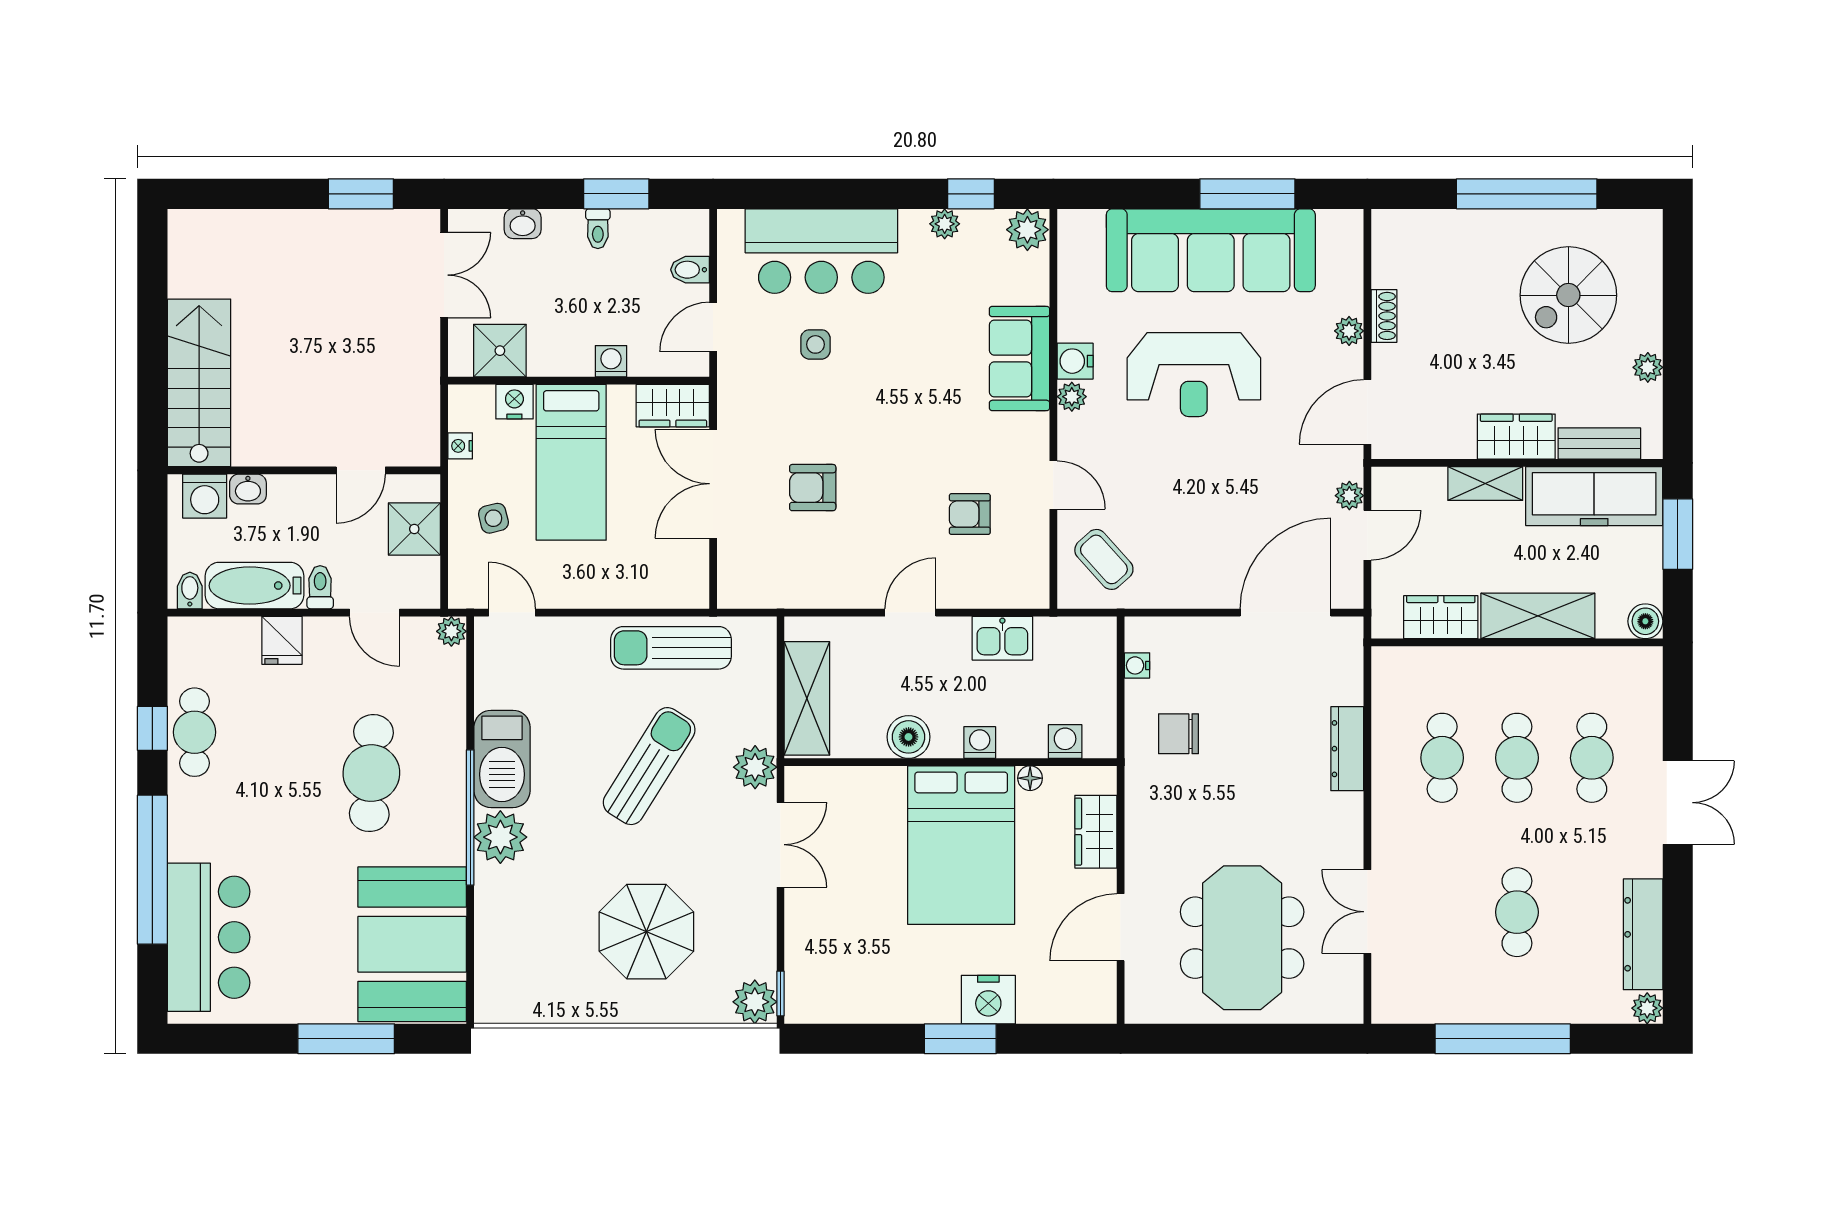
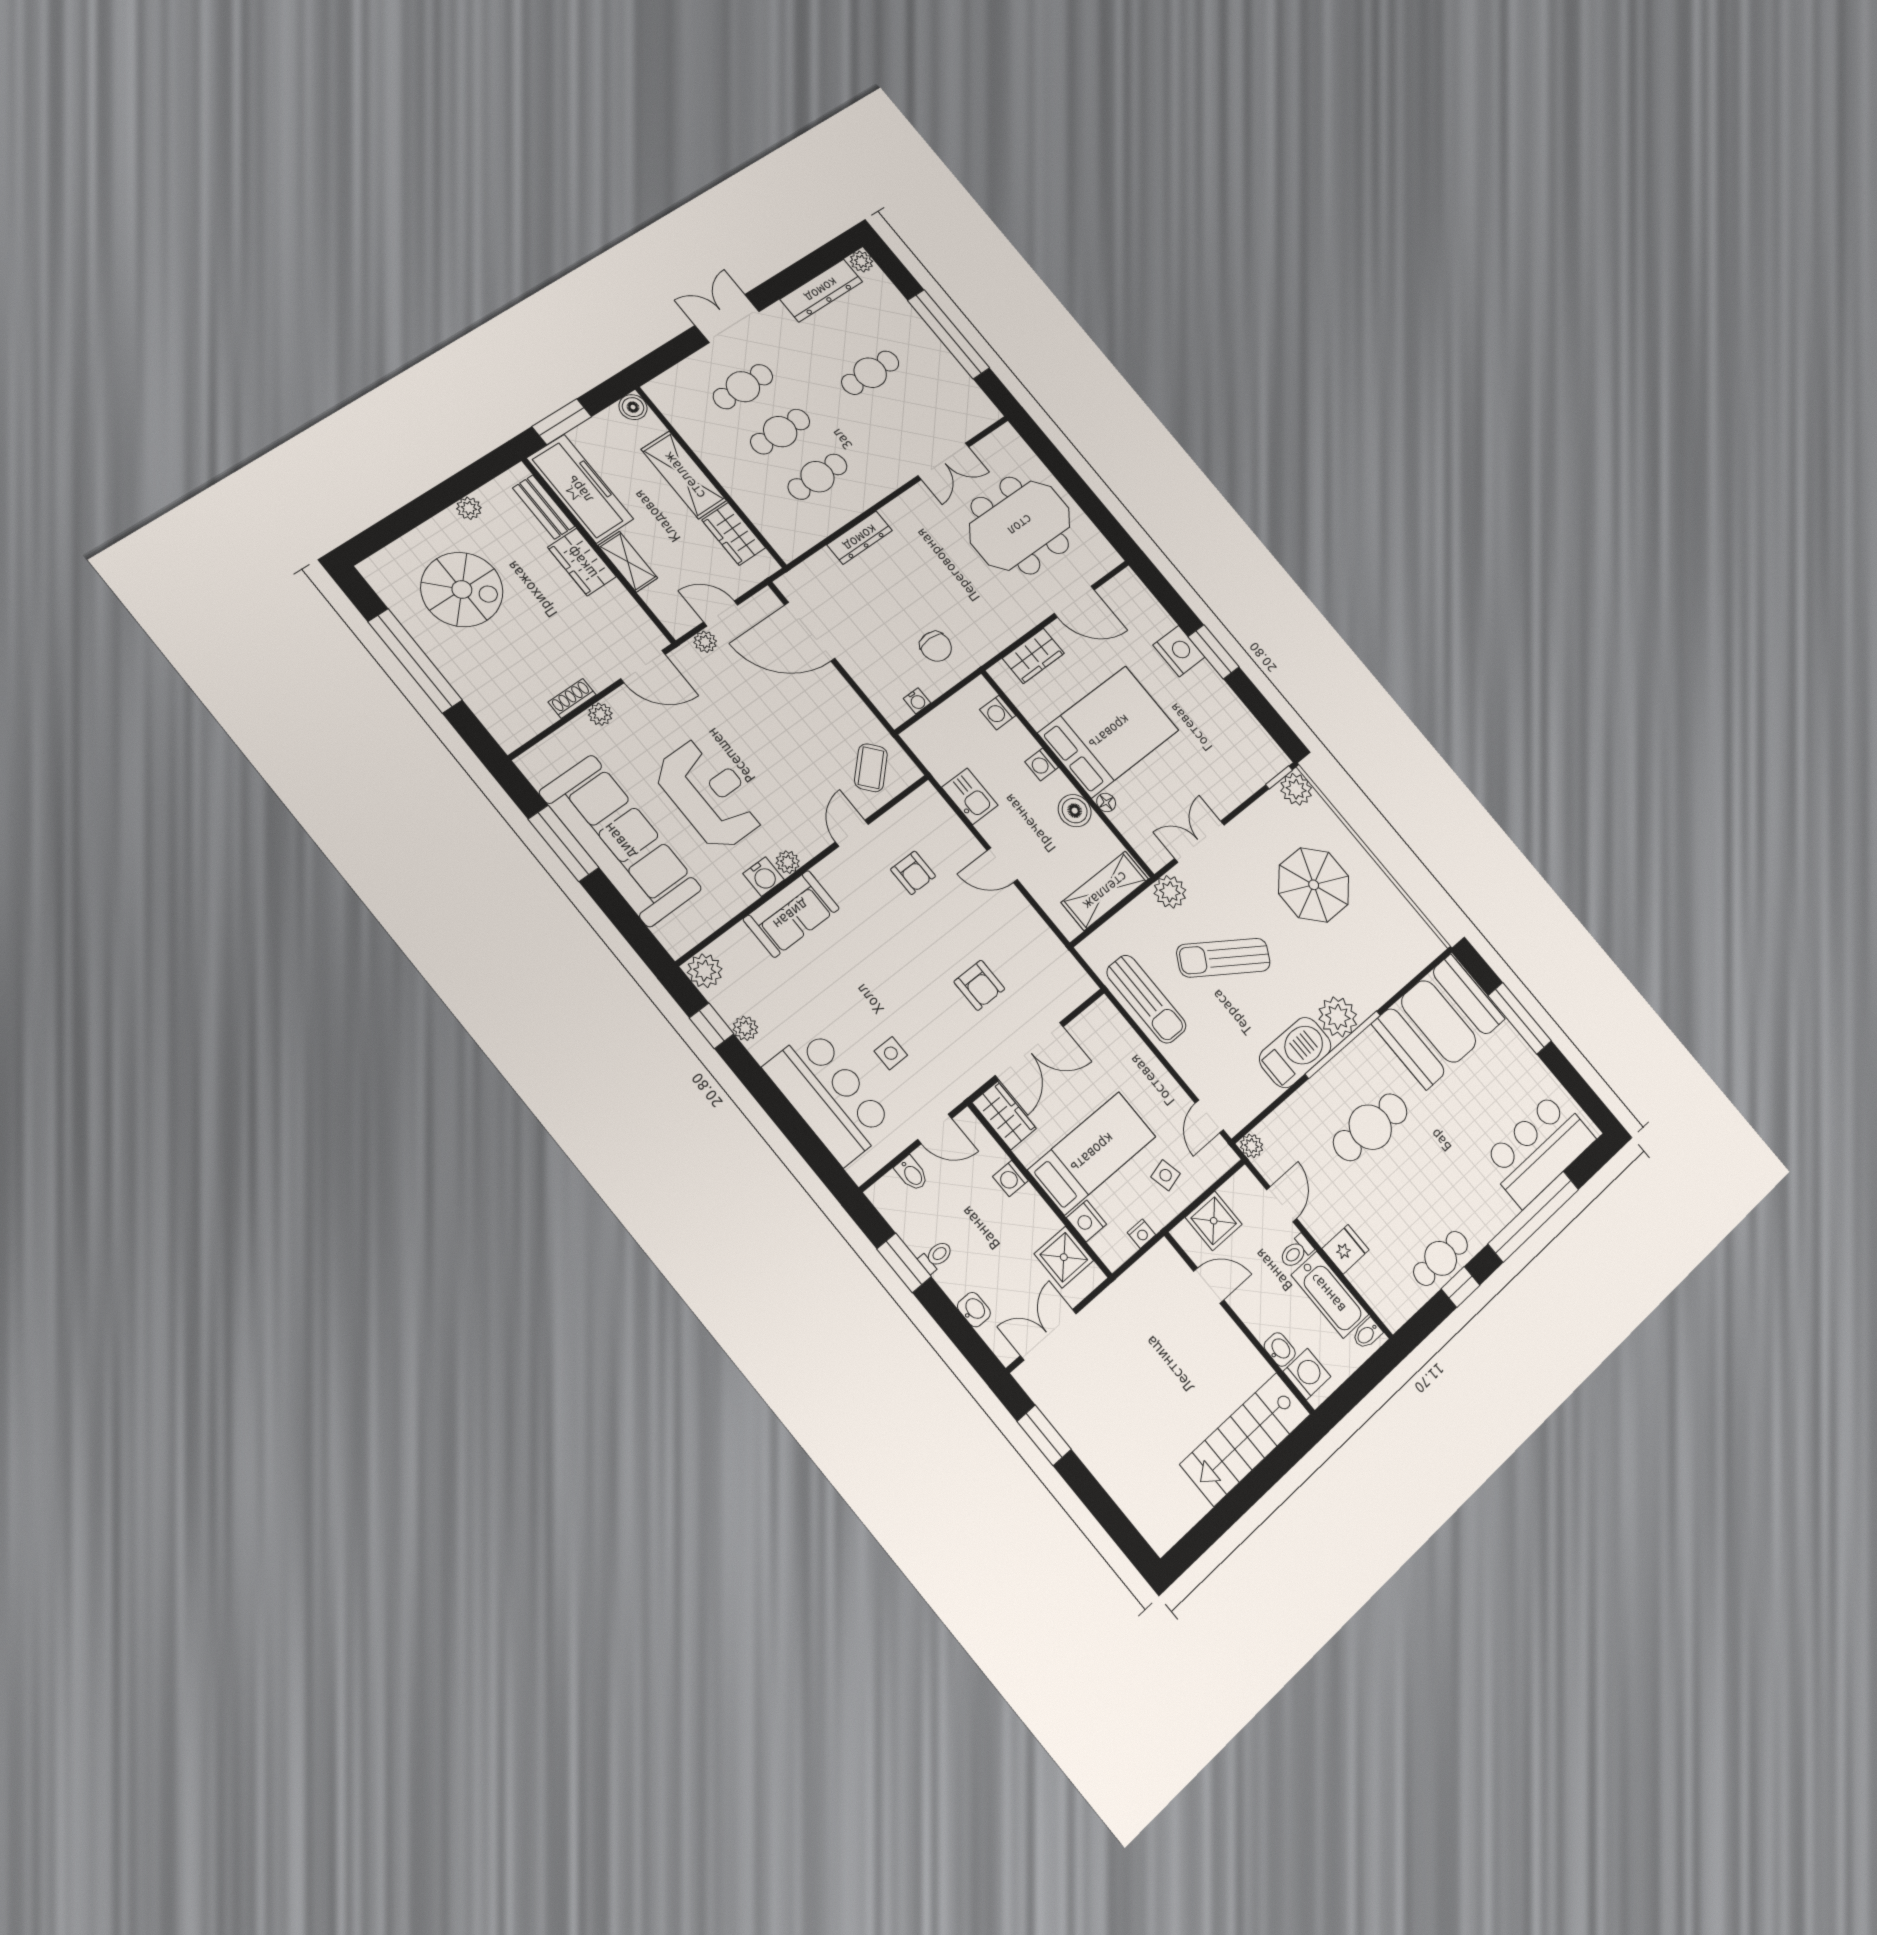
floor lamp: (1030, 778) -> (1106, 803), moved

